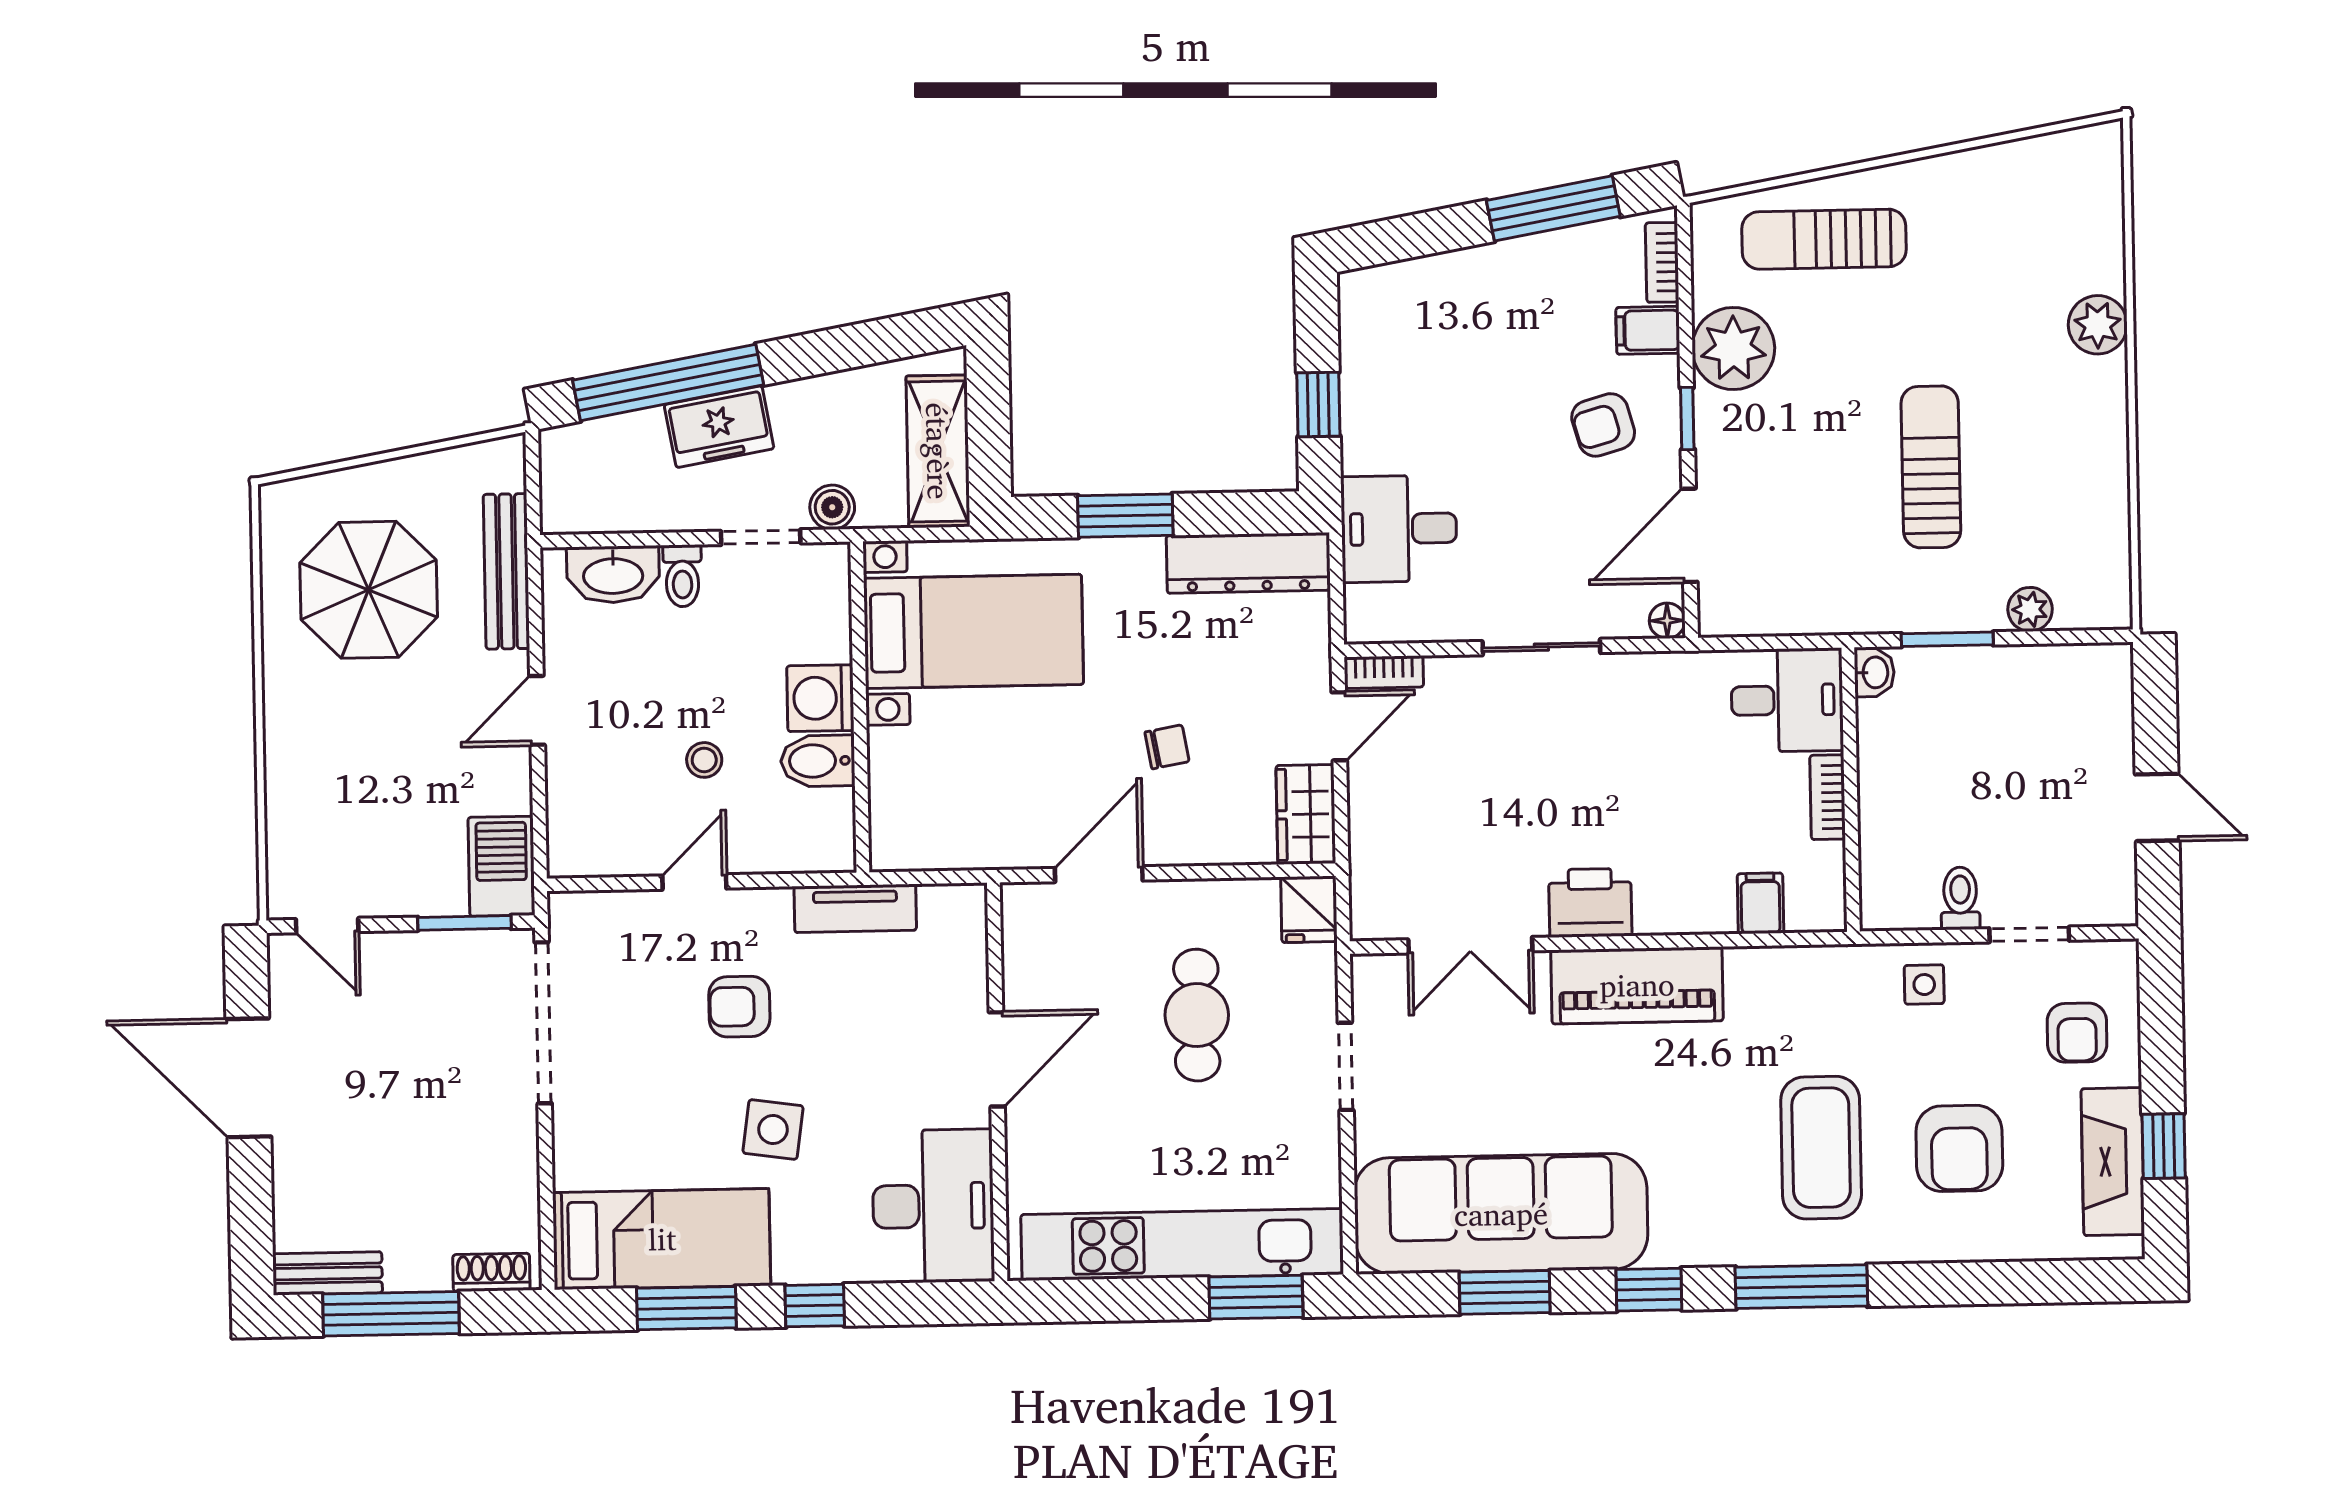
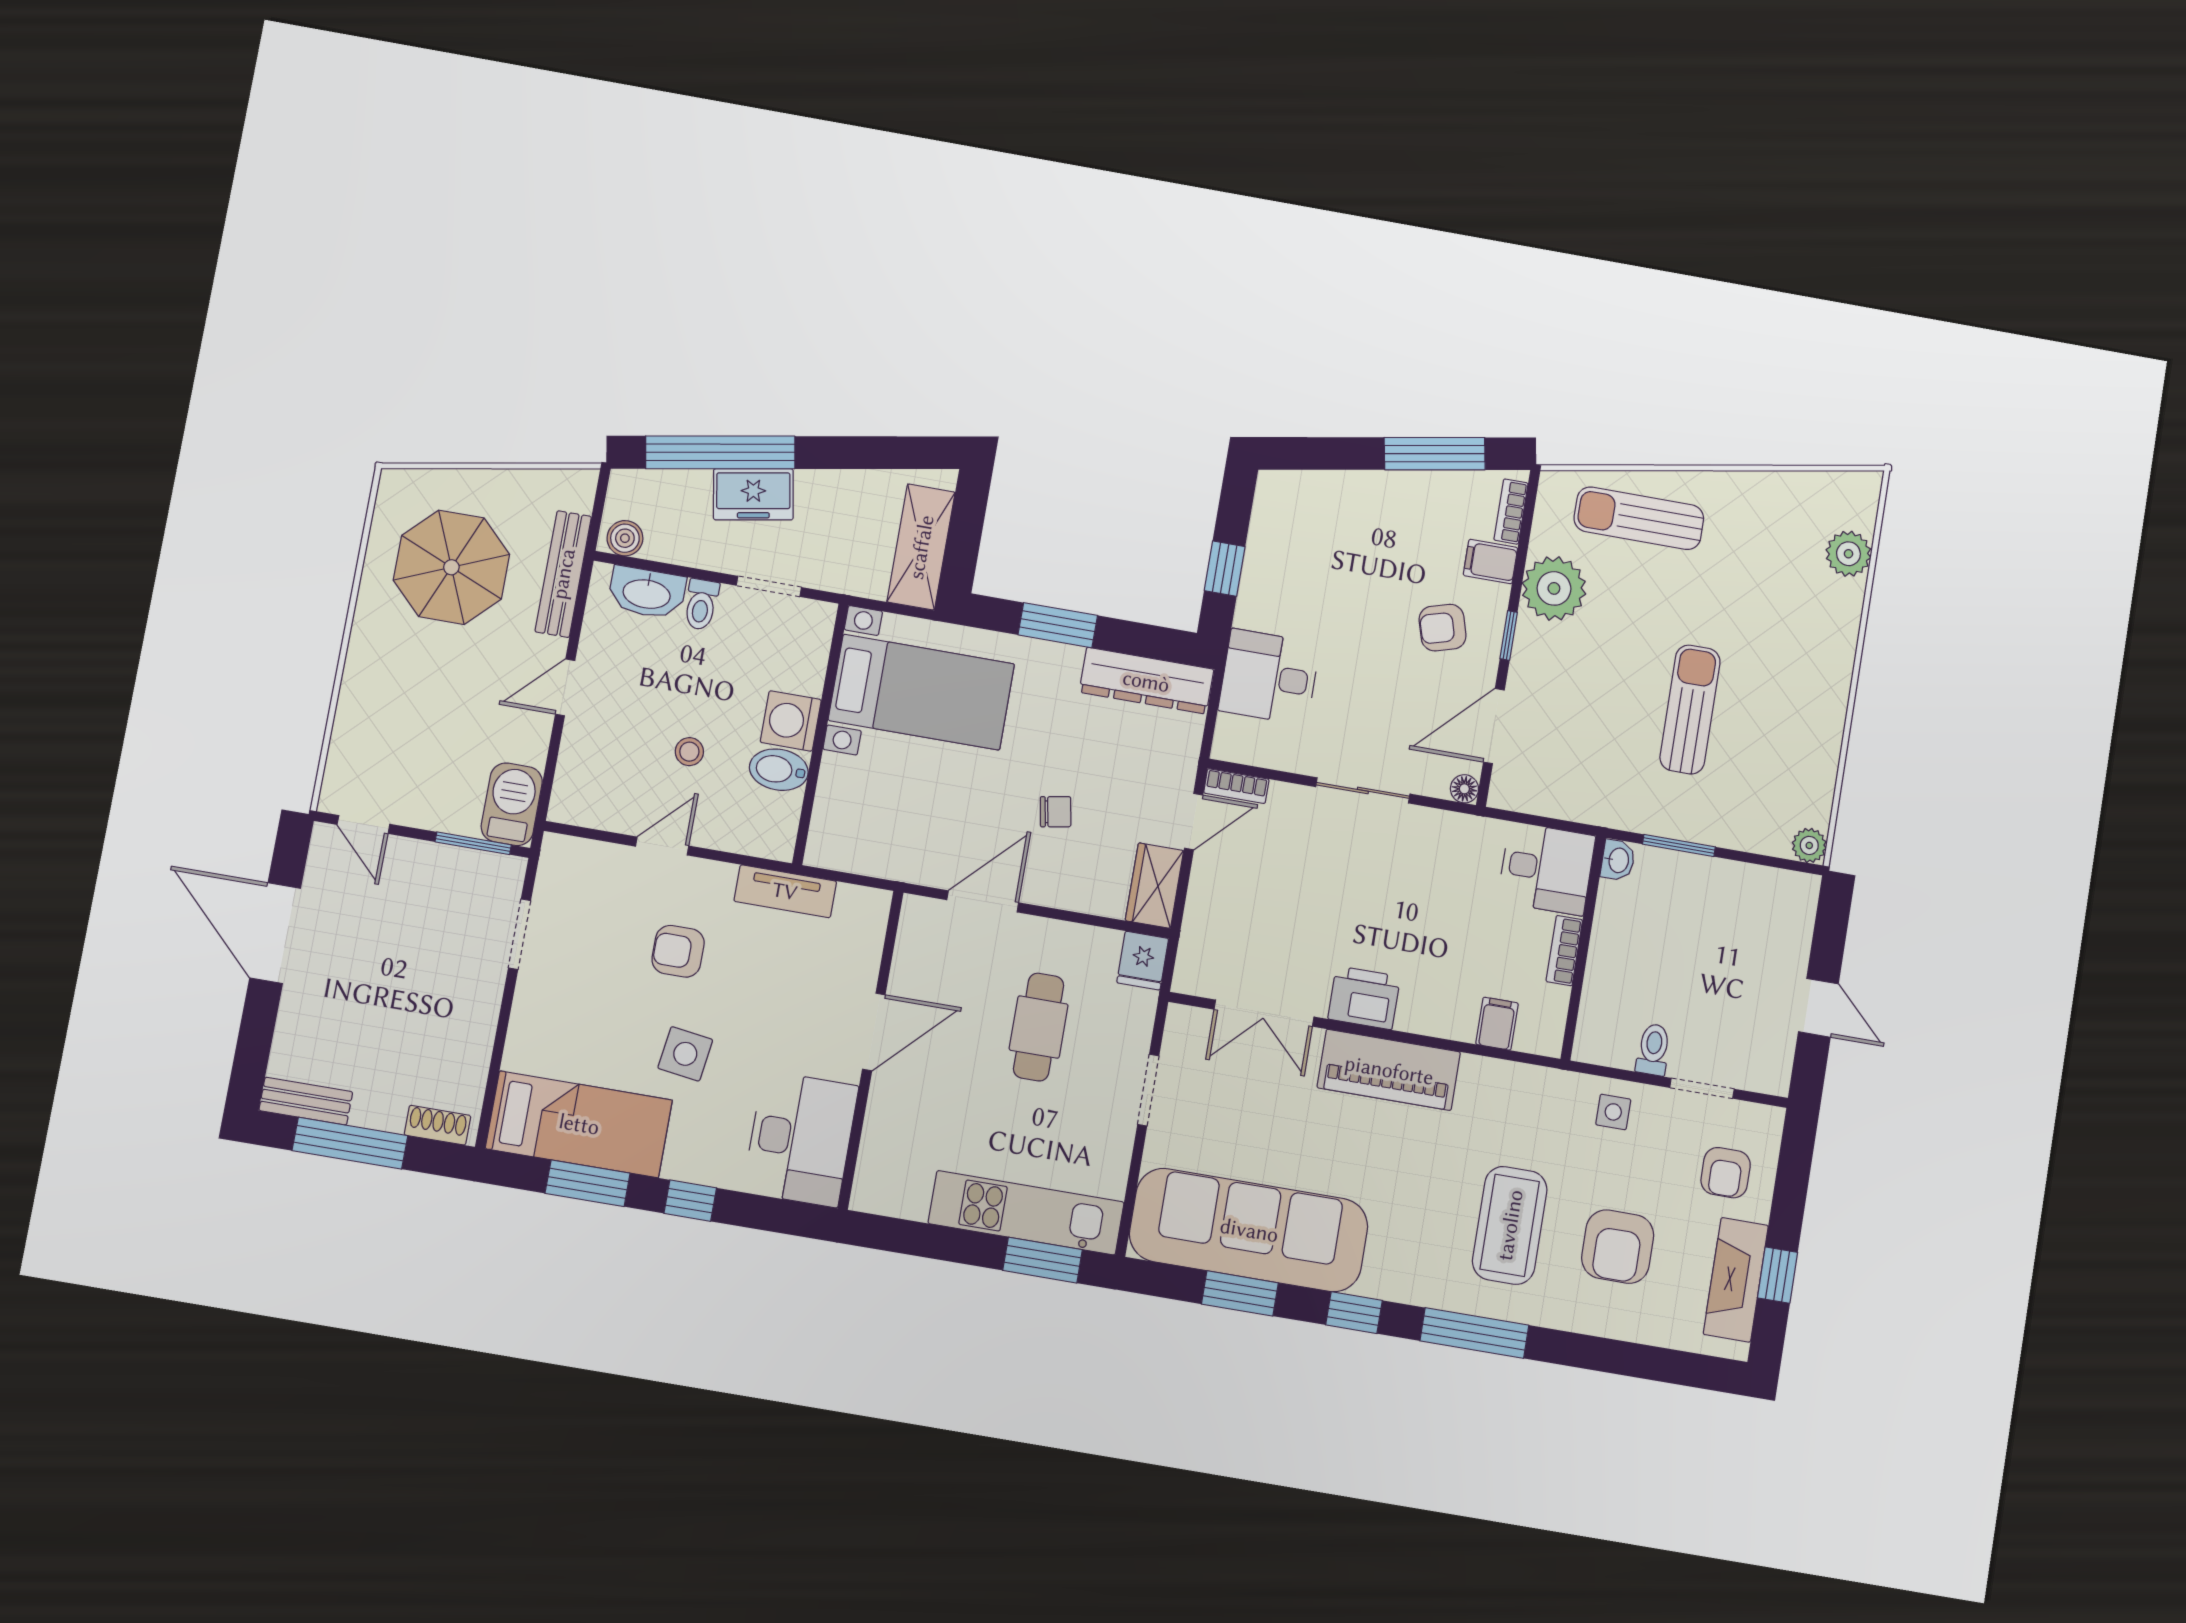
plant: (2098, 325) -> (1848, 554), moved
boiler: (832, 507) -> (625, 538), moved
plant: (2030, 609) -> (1809, 845), moved
doorway: (543, 1023) -> (519, 934), width x0.53
kitchen unit: (1182, 1245) -> (1026, 1213), width x0.73

